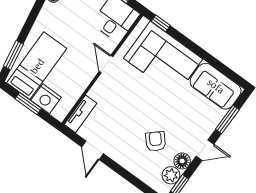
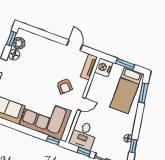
door: (106, 64) -> (81, 104), hinge flipped
nightstand: (46, 99) -> (104, 67), moved, turned -90
armchair: (156, 141) -> (64, 86), moved

